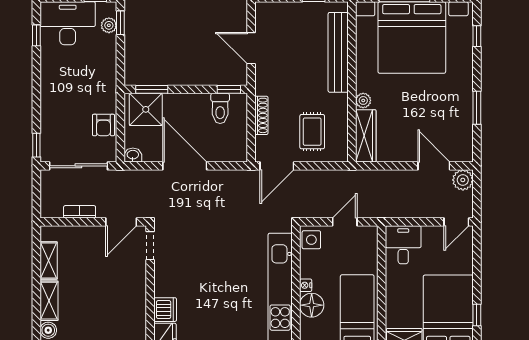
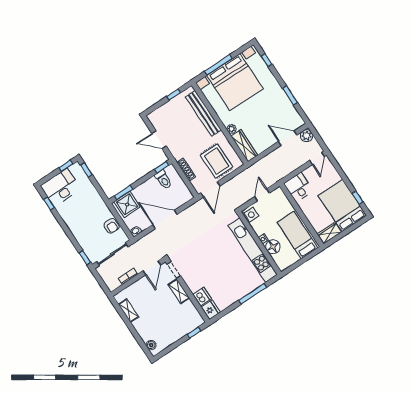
plant: (109, 25) -> (82, 175), removed
rug: (312, 132) -> (216, 161), width x1.36, depth x1.43
shelving: (49, 301) -> (179, 291), moved

